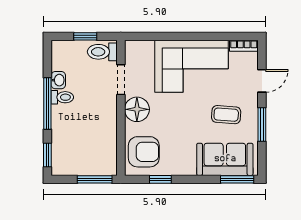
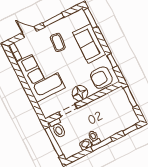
window: (85, 36) -> (54, 142), width x2.17
window: (47, 104) -> (102, 144), width x0.69
armchair: (144, 152) -> (101, 77), turned -90
sofa: (225, 159) -> (89, 43), moved

